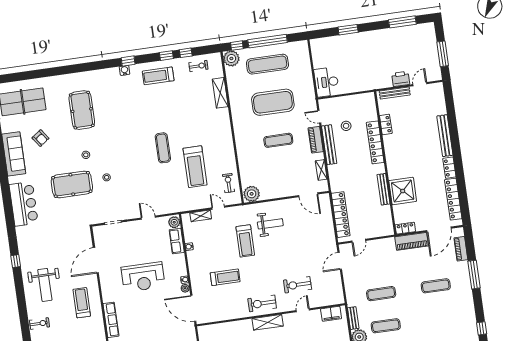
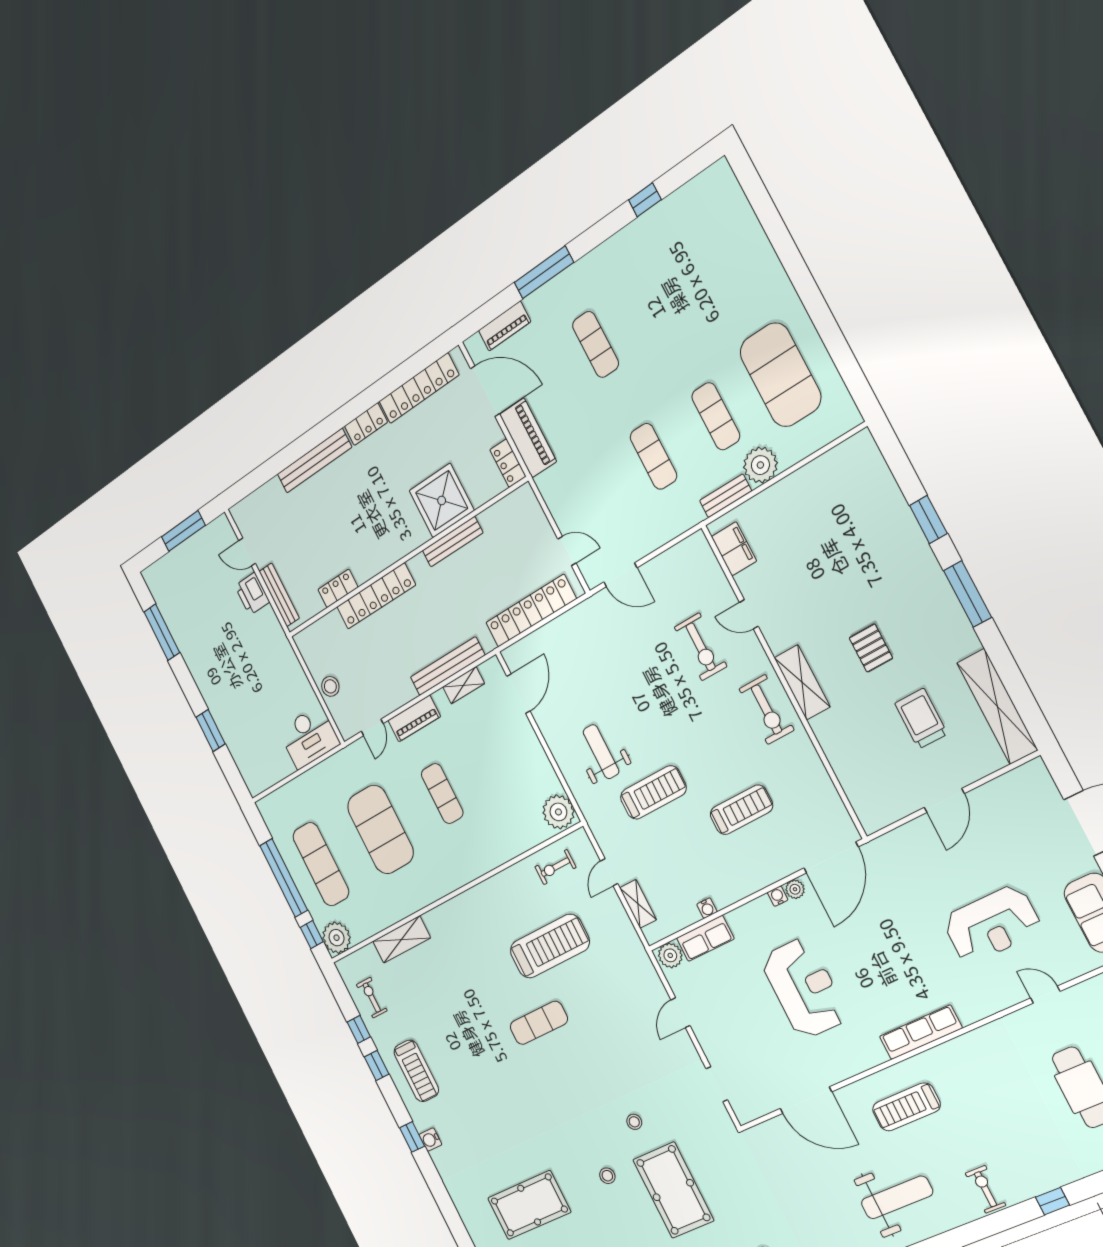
stool: (346, 126) -> (330, 686), moved
bench: (329, 145) -> (447, 666), moved
treadmill: (225, 277) -> (741, 810), turned 90

